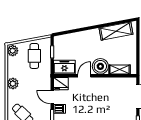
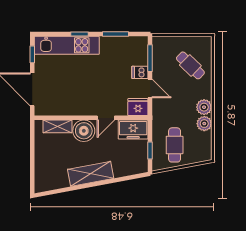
shelving: (116, 31) -> (91, 174), moved
plant: (13, 51) -> (204, 124), moved

